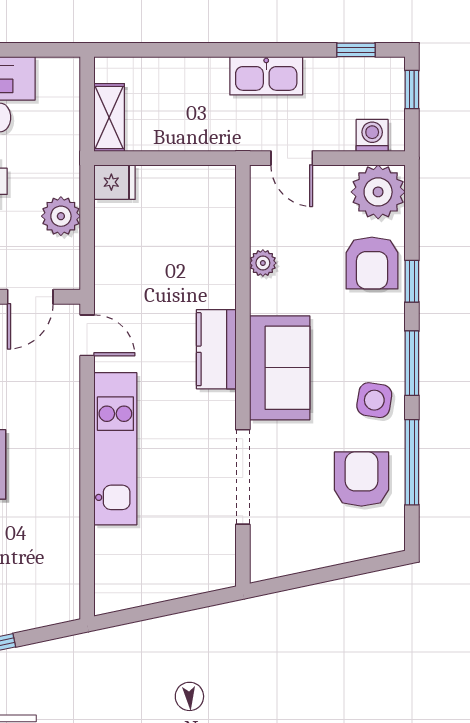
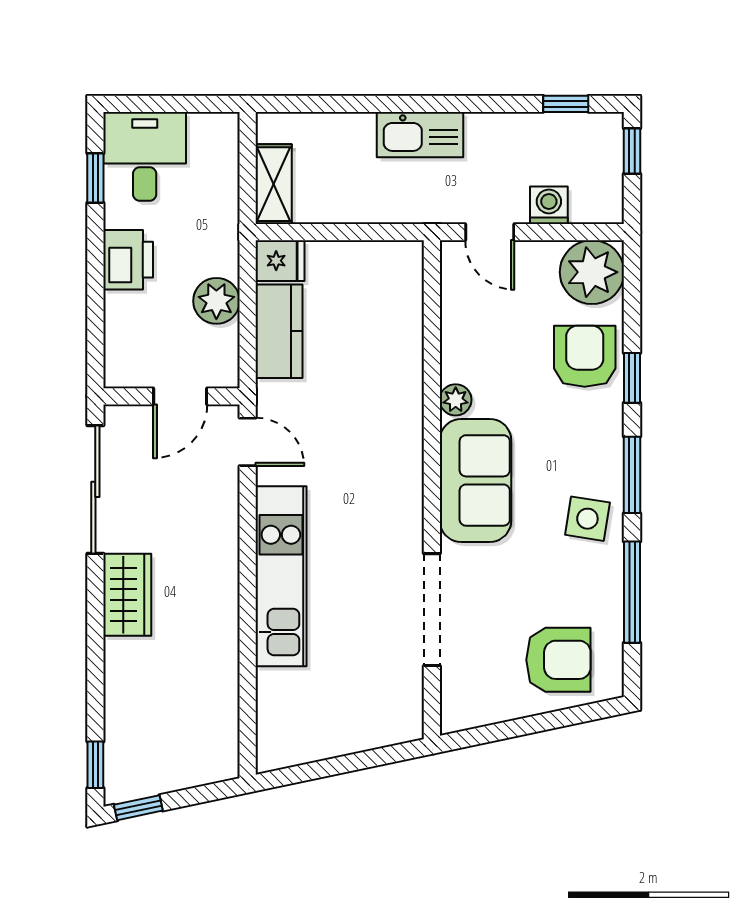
kitchen sink: (266, 76) -> (420, 135), moved
washing machine: (372, 135) -> (549, 205), moved
plant: (263, 263) -> (456, 400), moved
armchair: (372, 263) -> (585, 356), turned 180
kitchen counter: (216, 349) -> (279, 331), moved, turned 180
armchair: (361, 479) -> (558, 660), moved, turned 90

